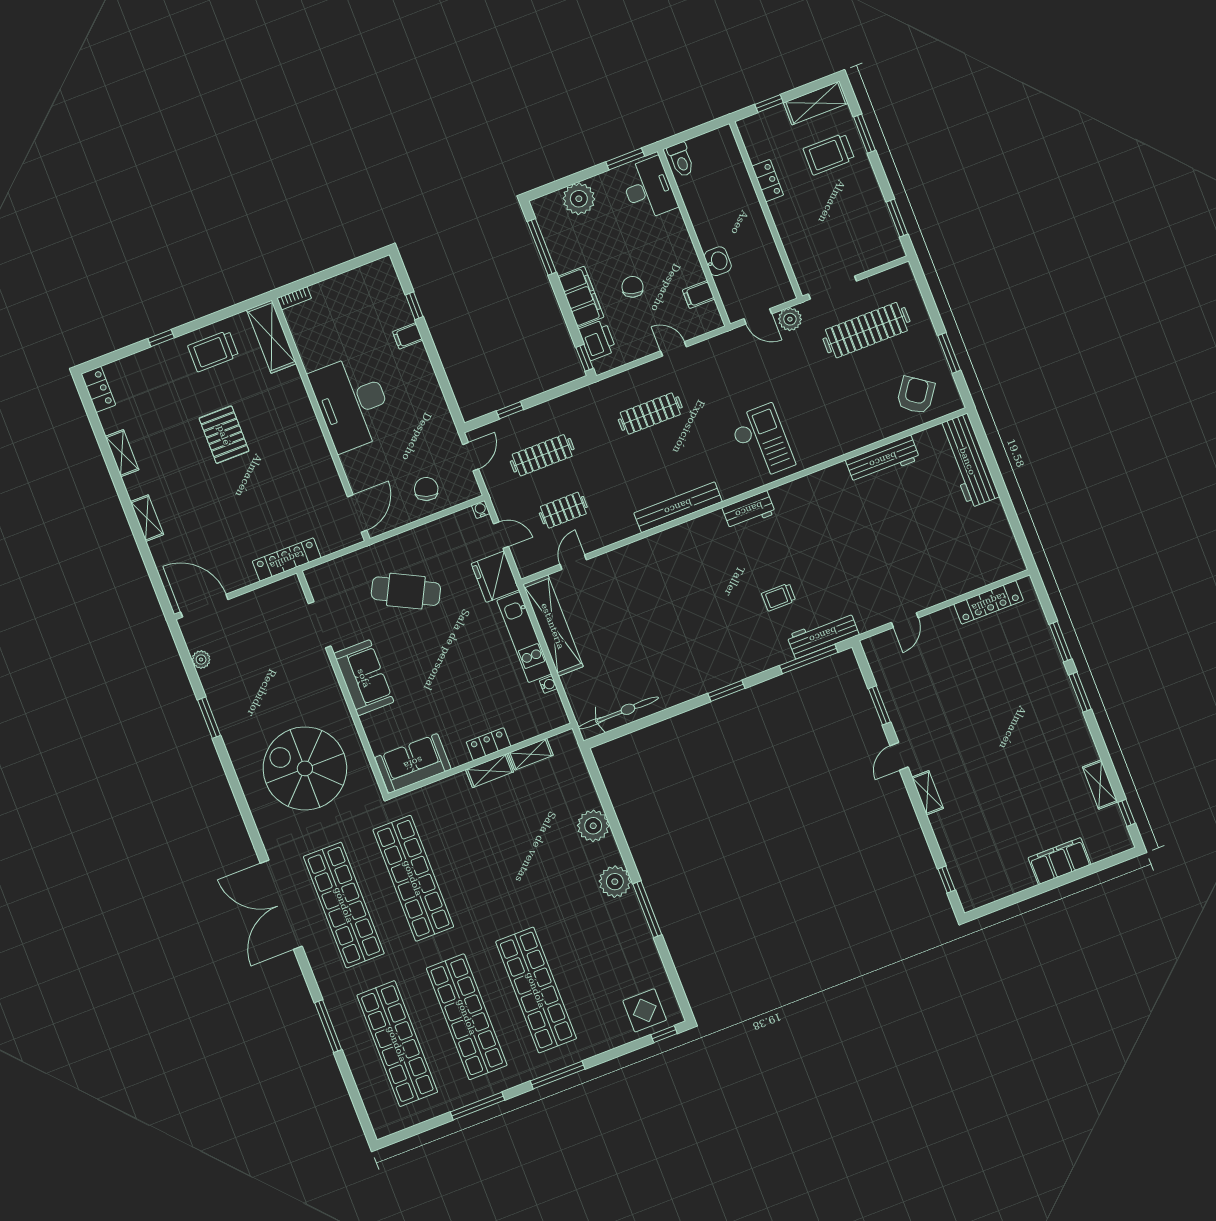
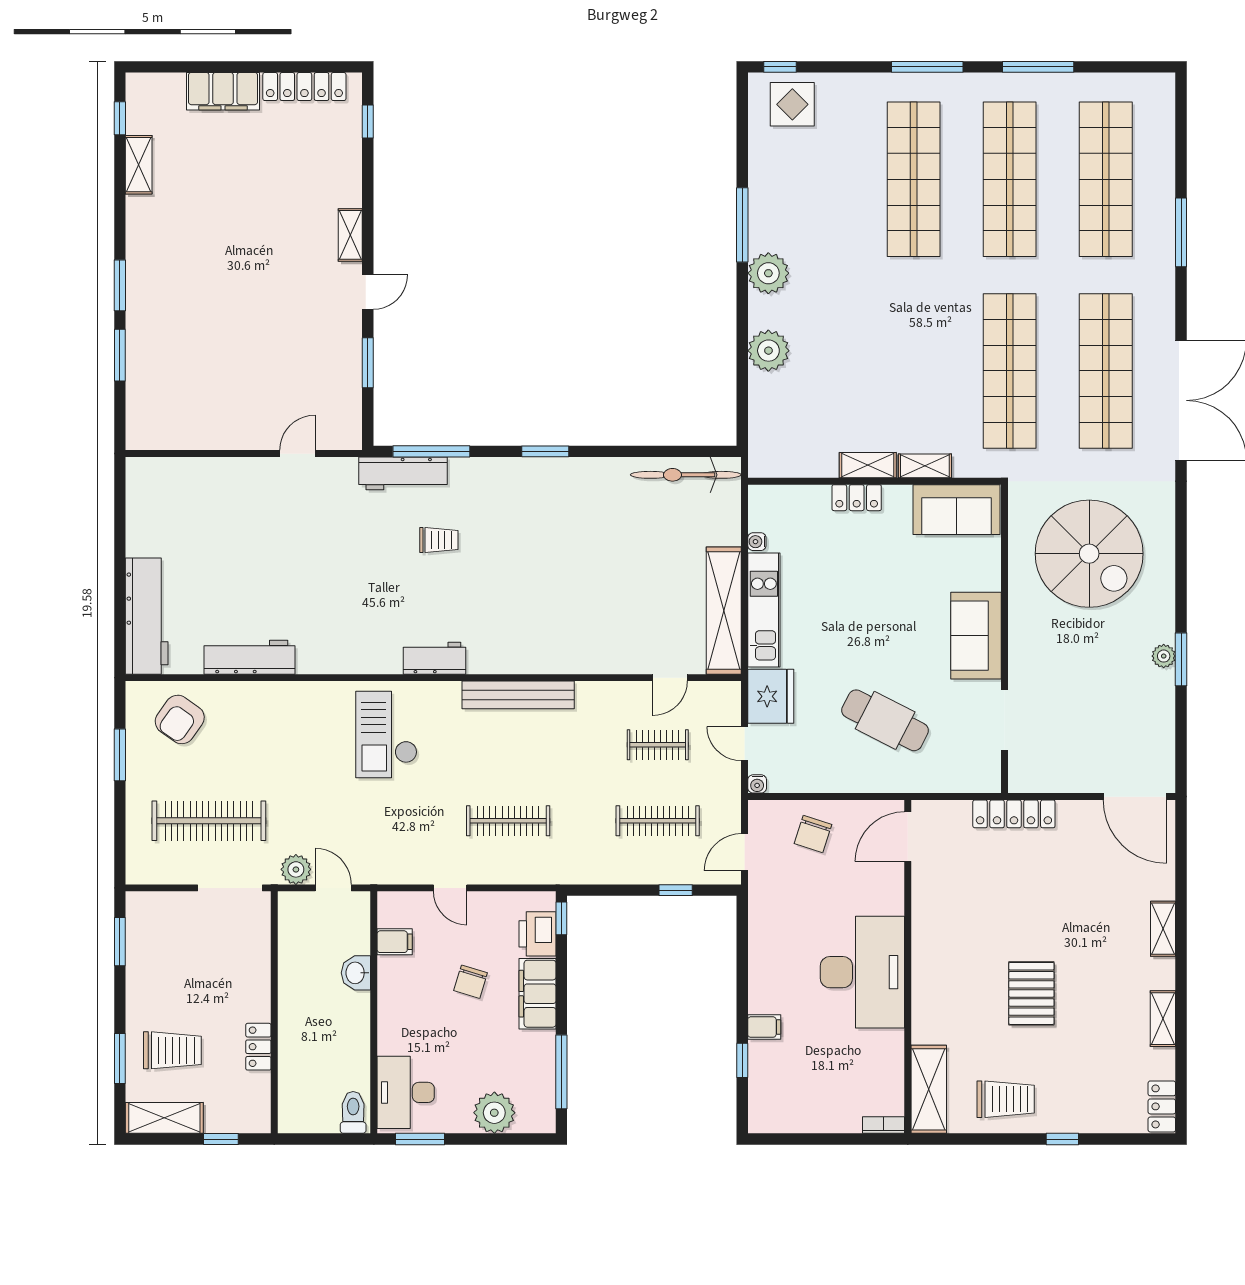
locker: (989, 602) -> (304, 87), moved, turned 180
plant: (201, 660) -> (1164, 656), moved
shelving: (531, 754) -> (925, 466), moved

